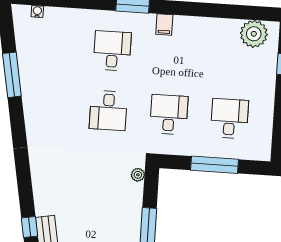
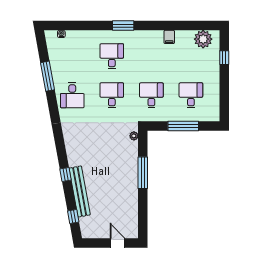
filing cabinet: (164, 25) -> (169, 37), moved
desk: (48, 106) -> (72, 95), added
desk: (108, 111) -> (112, 95), turned 180

